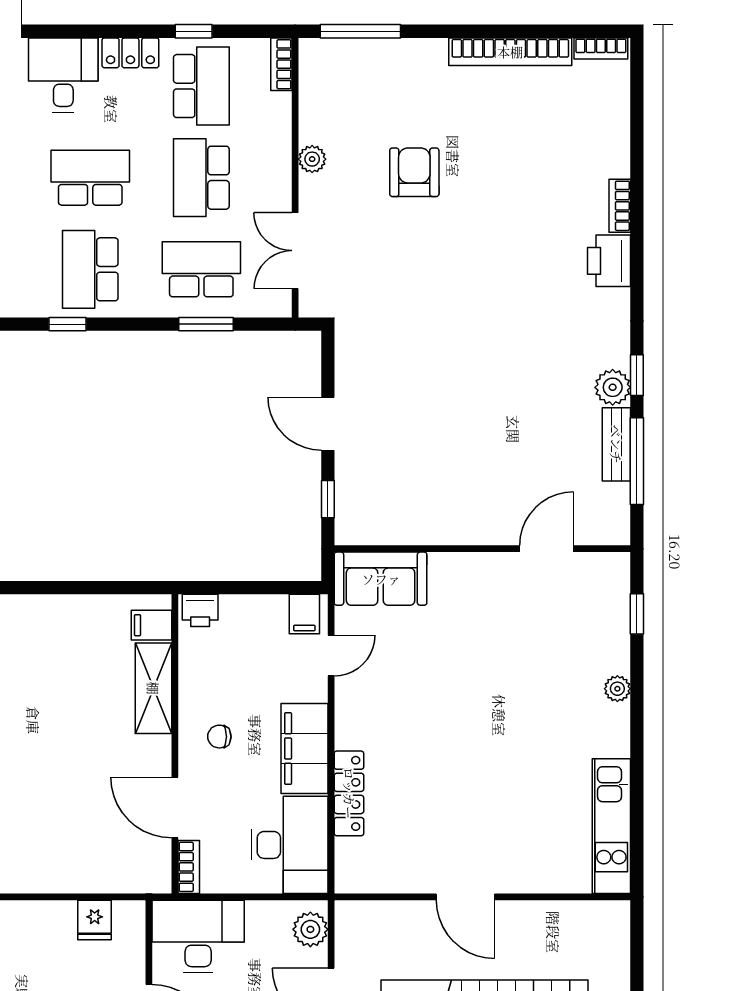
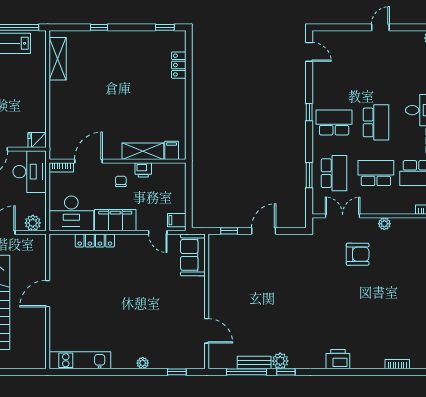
armchair: (414, 172) -> (358, 254), moved
bookcase: (620, 206) -> (397, 364), moved
printer: (200, 610) -> (143, 170), moved, turned -90
fridge: (95, 920) -> (37, 140), moved

